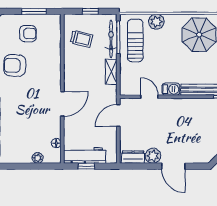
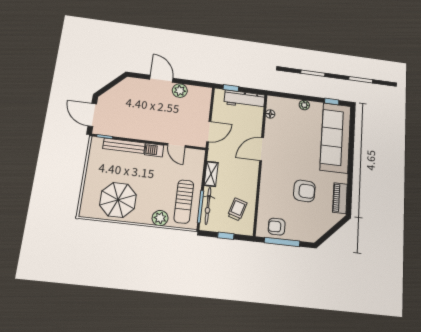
window: (34, 11) -> (282, 242), width x1.44
armchair: (28, 34) -> (277, 227), moved
trolley: (81, 39) -> (237, 209), turned 92
dresser: (133, 157) -> (199, 92), removed
plant: (38, 158) -> (304, 105), moved
window: (86, 166) -> (231, 88), moved

